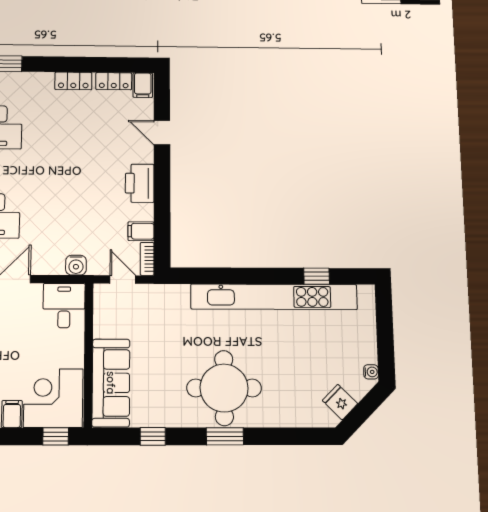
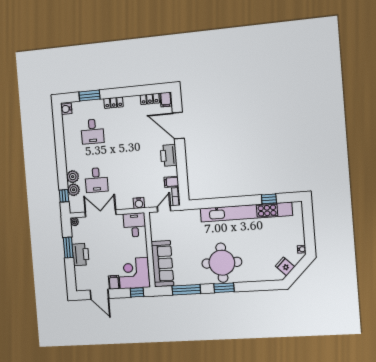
locker: (73, 81) -> (114, 103), moved
door: (162, 133) -> (178, 126), width x1.88
door: (123, 279) -> (164, 209), hinge flipped
window: (153, 436) -> (186, 290), width x2.17

